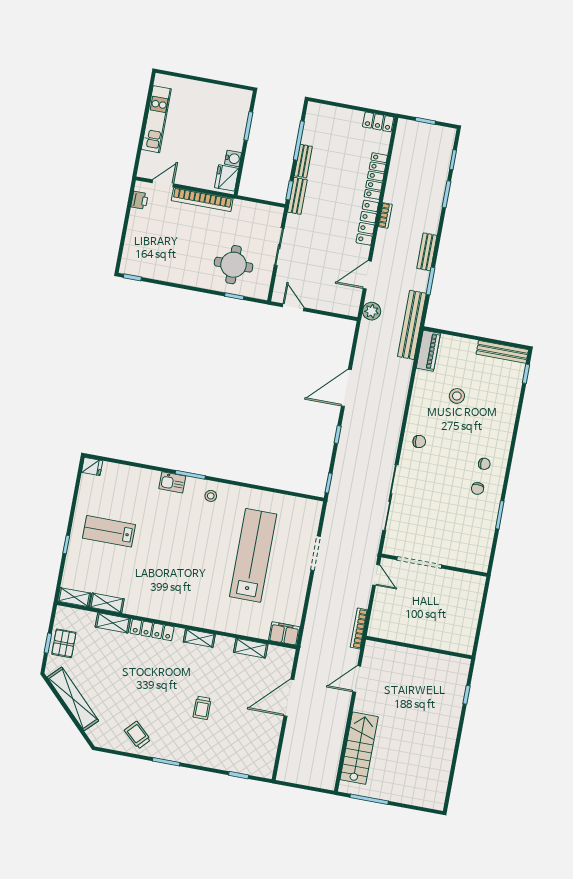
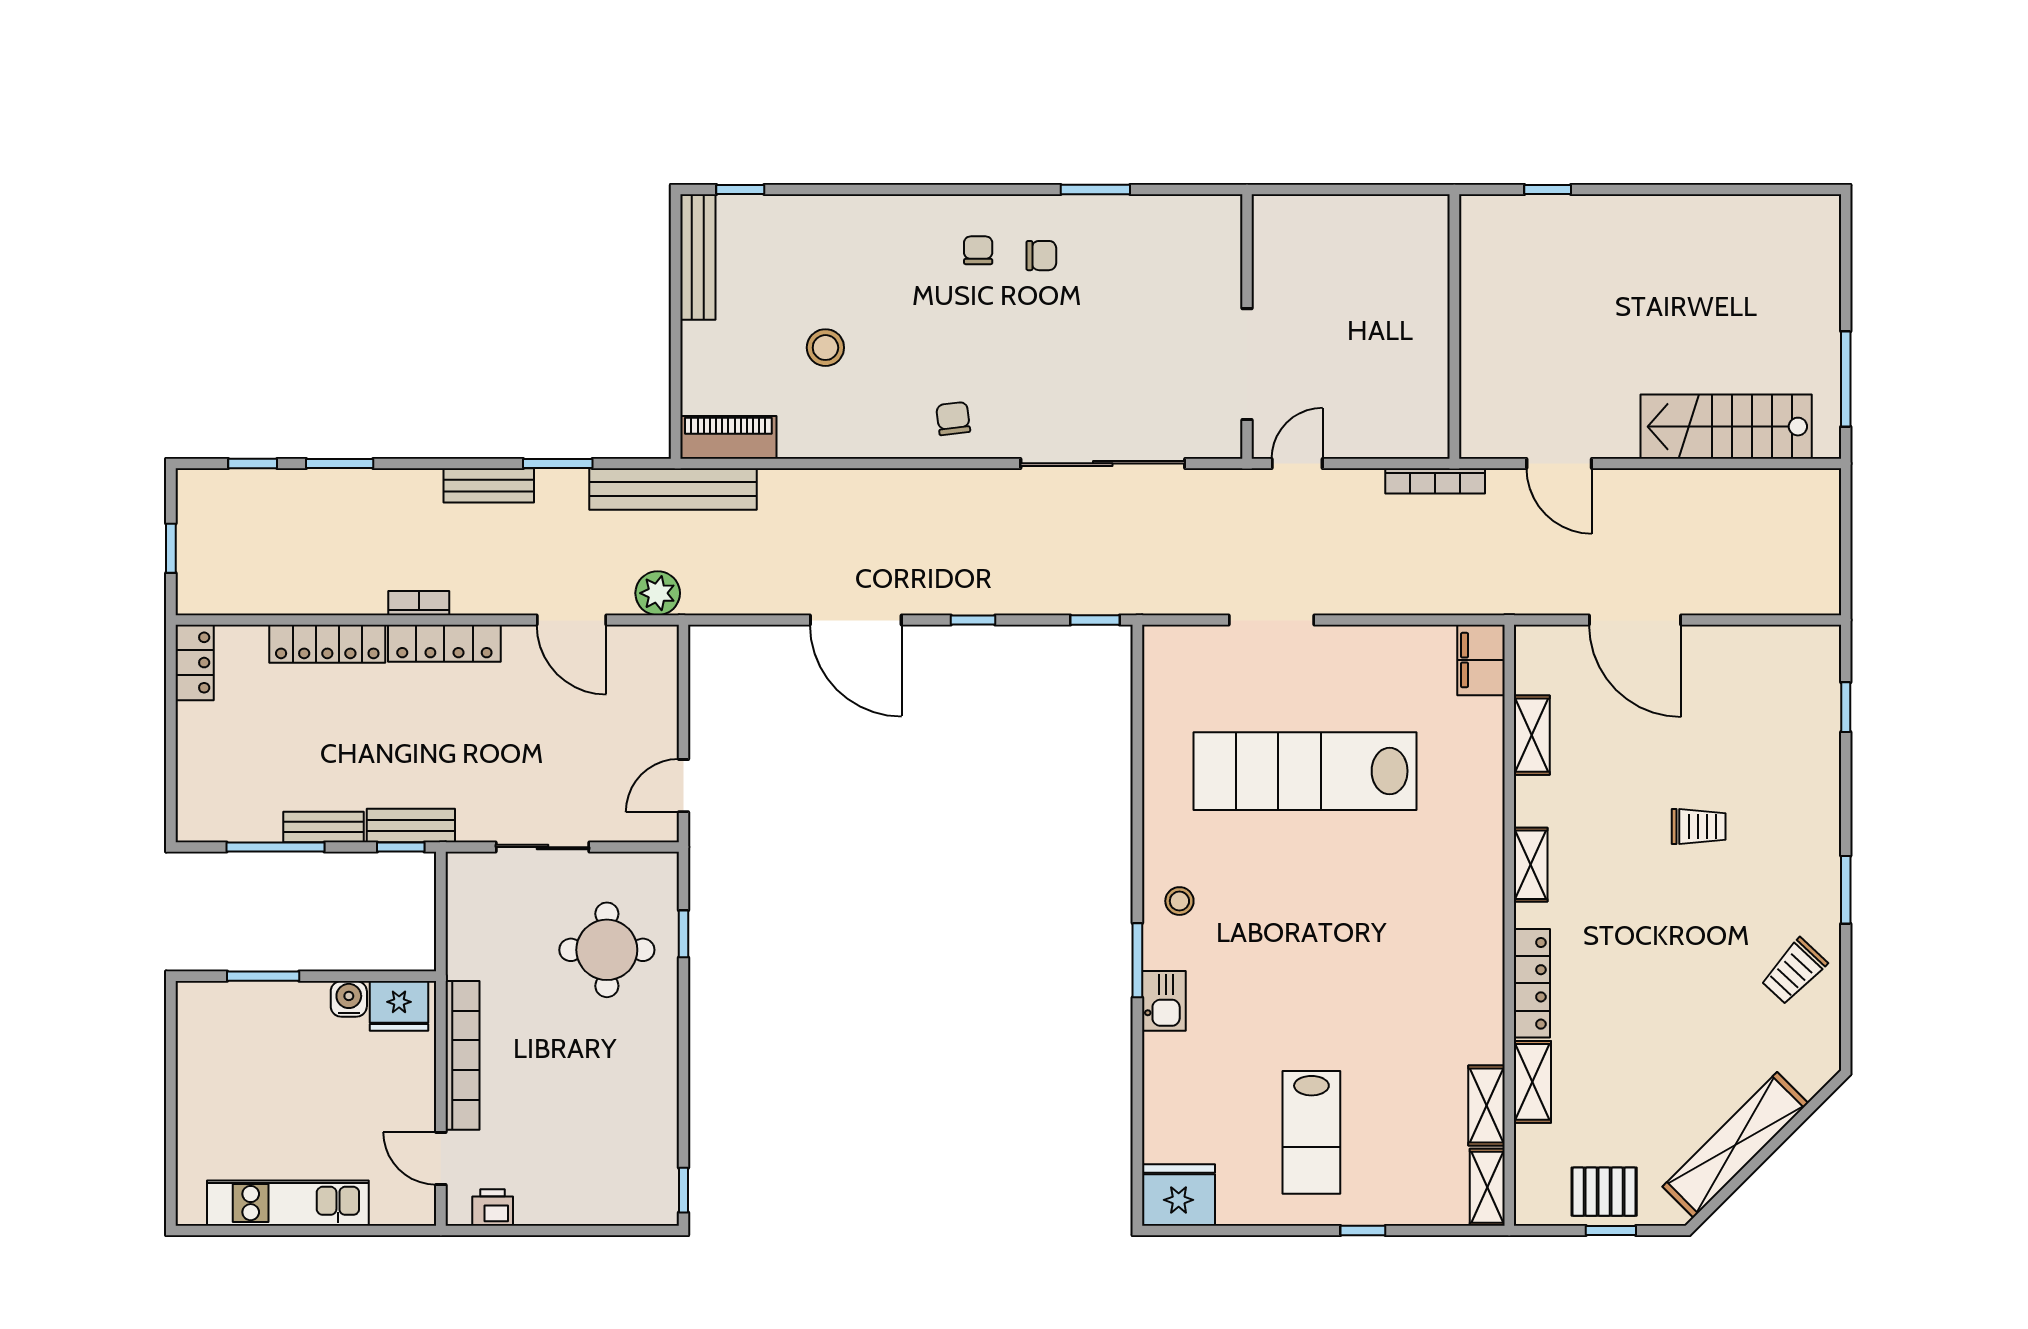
fridge: (92, 467) -> (1179, 1195), width x1.88, depth x1.34

